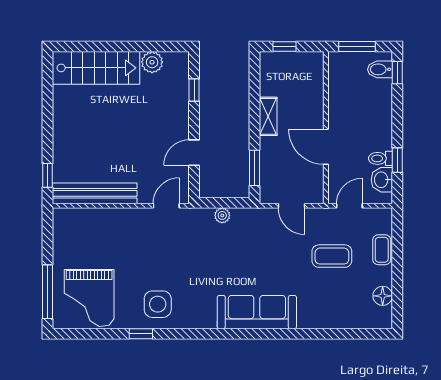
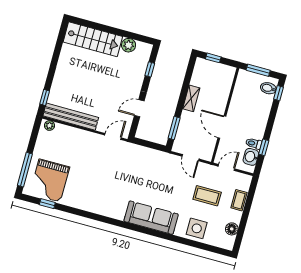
plant: (222, 215) -> (49, 126), moved
side table: (158, 304) -> (197, 228), moved
window: (141, 334) -> (47, 204), moved

